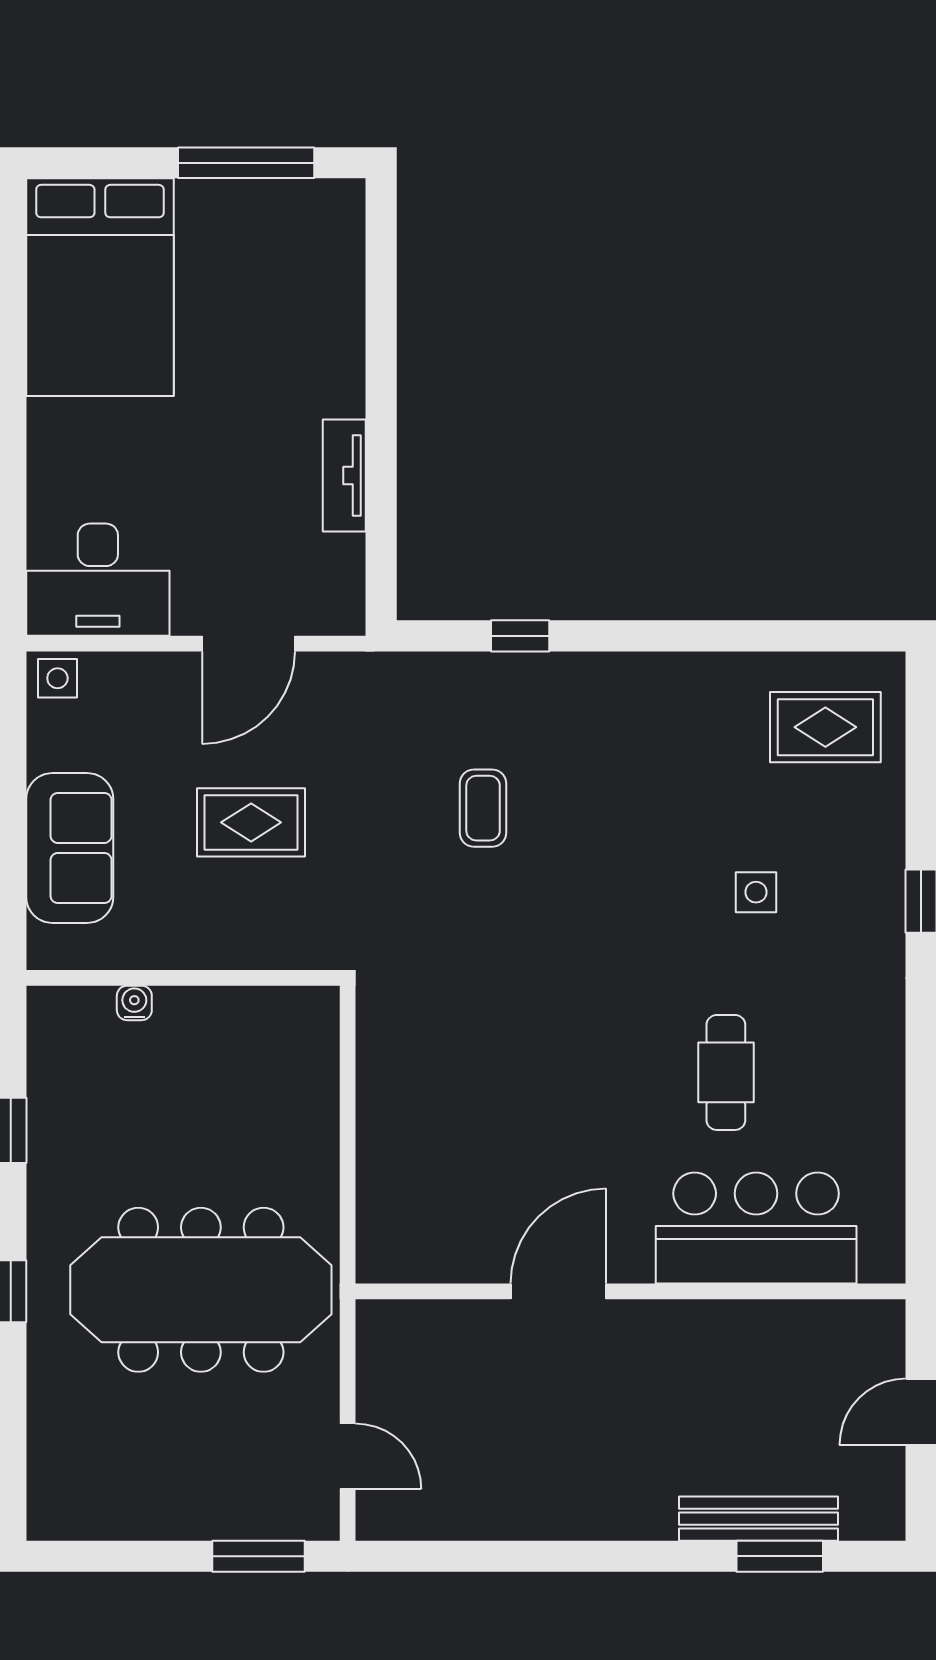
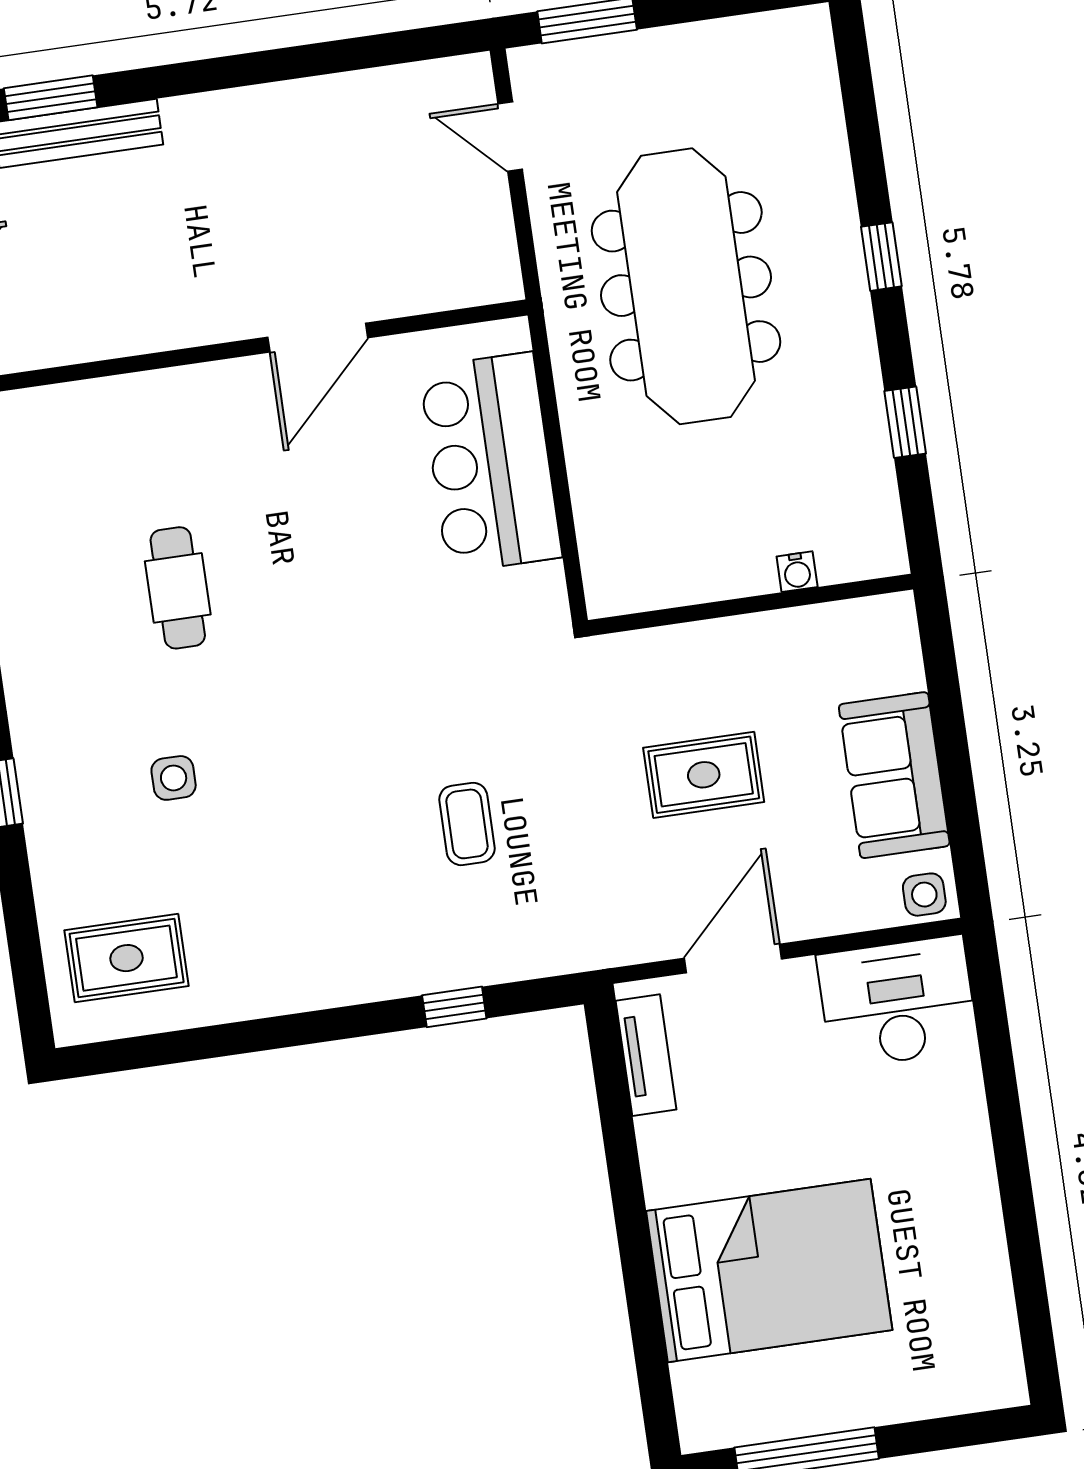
bed: (100, 287) -> (769, 1271), moved, turned 90
tv unit: (344, 475) -> (646, 1055), moved
sofa: (70, 848) -> (894, 775), moved
bar counter: (756, 1228) -> (490, 463), moved, turned 90
meeting table: (201, 1290) -> (686, 286), turned 90

